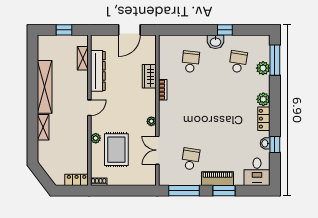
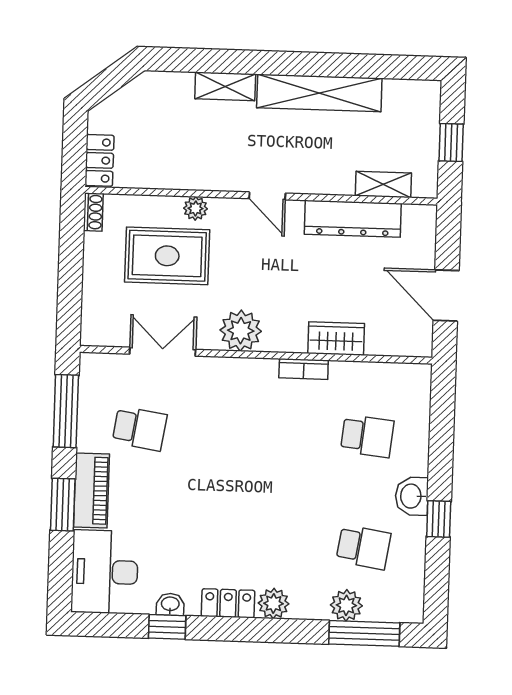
plant: (151, 121) -> (241, 331), width x1.88, depth x1.88
desk: (257, 172) -> (105, 572), width x1.37

